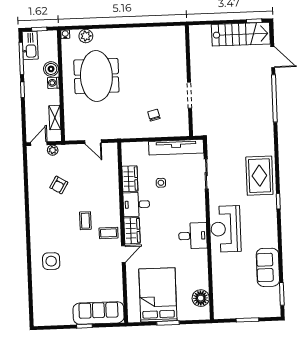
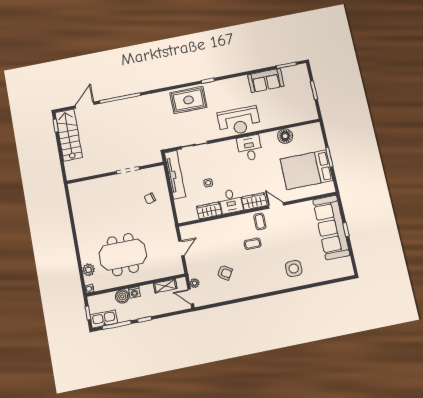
floor lamp: (201, 298) -> (285, 136), moved
sofa: (99, 313) -> (331, 227), width x1.36, depth x1.27

